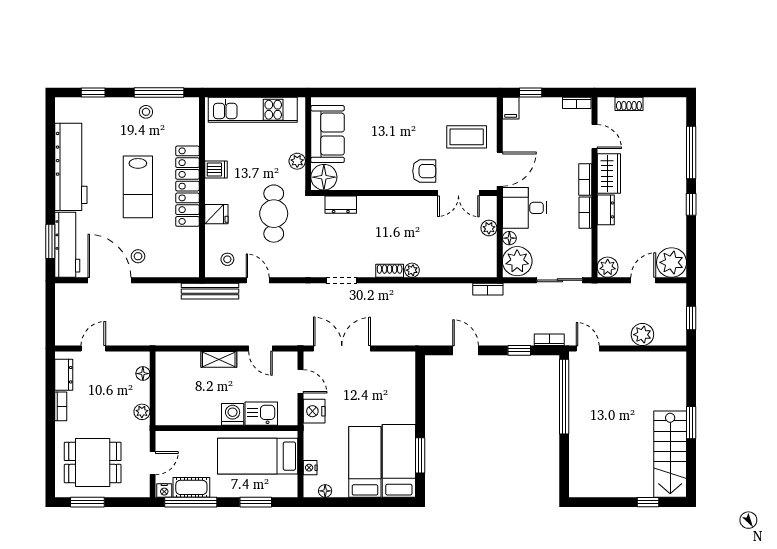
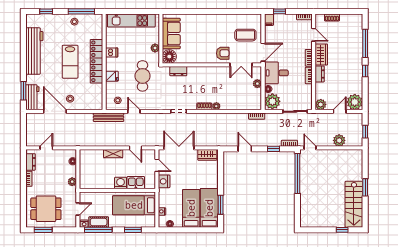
workbench: (67, 245) -> (32, 97), width x0.73
wardrobe: (395, 362) -> (207, 155), added

